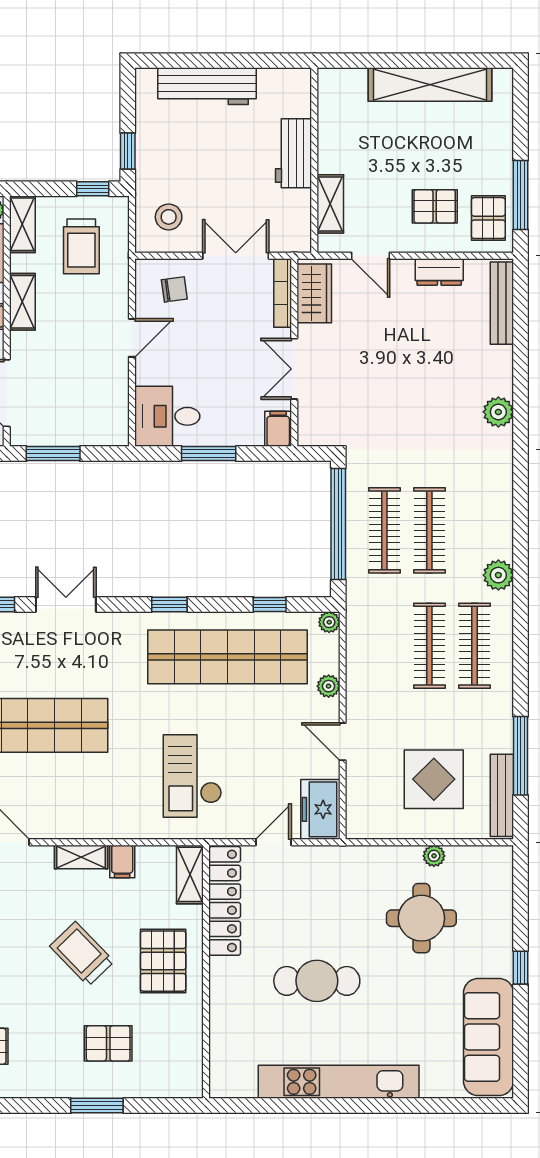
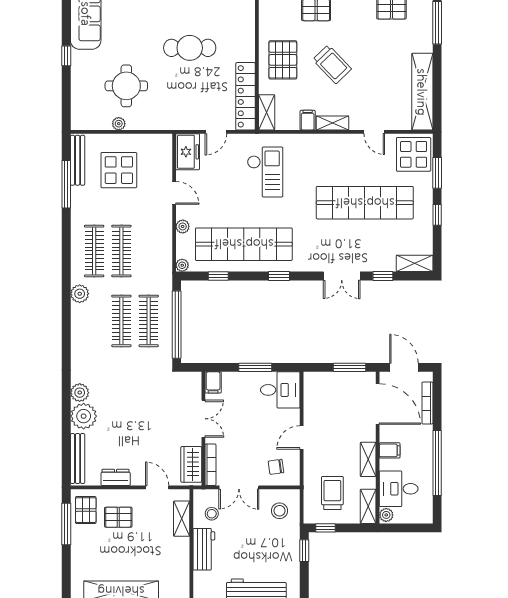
stool: (280, 212) -> (212, 514), added
plant: (492, 373) -> (84, 416), added

